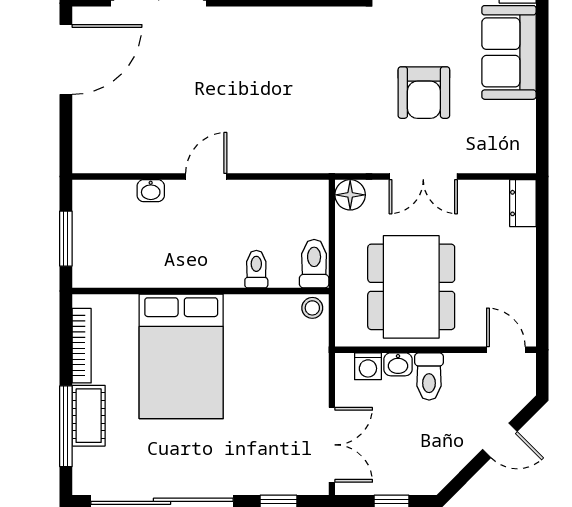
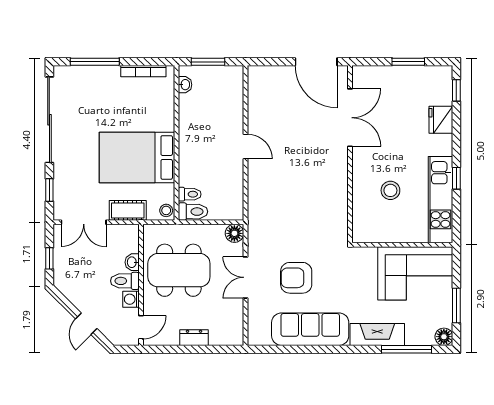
sofa: (509, 52) -> (310, 329), width x1.36
washbasin: (151, 191) -> (185, 85), moved, turned 180
dresser: (523, 203) -> (194, 338), moved
toilet: (256, 269) -> (190, 194), moved
bed: (181, 356) -> (137, 157), moved
washing machine: (368, 366) -> (131, 299), moved
cot: (89, 416) -> (128, 210), moved

